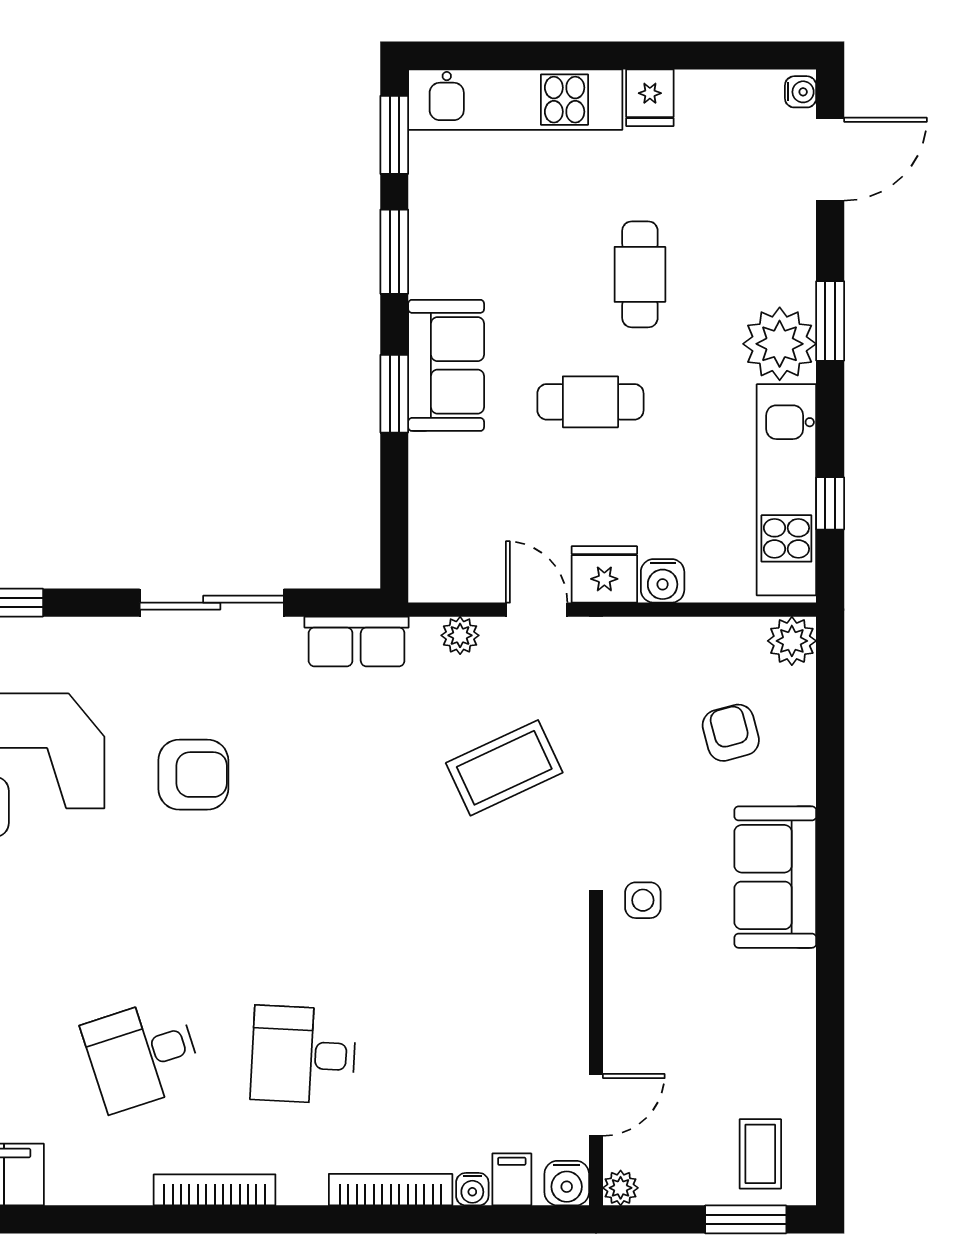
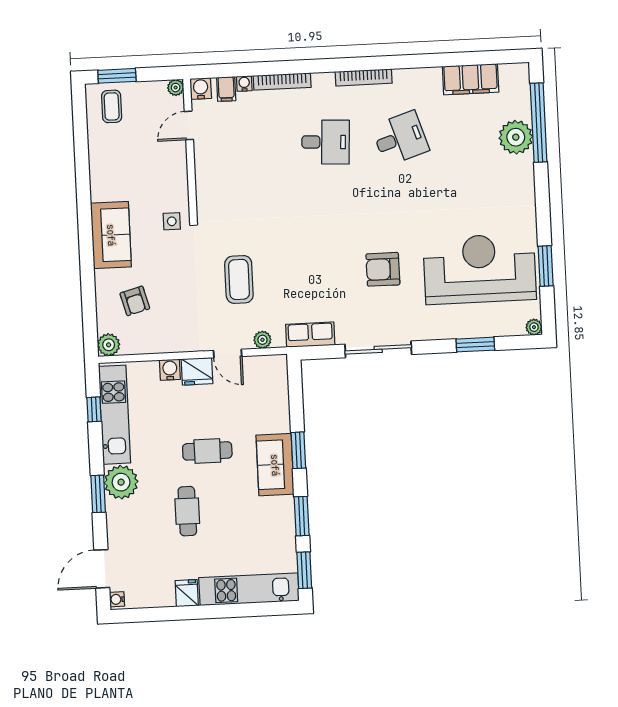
coffee table: (504, 768) -> (239, 279), turned -65

